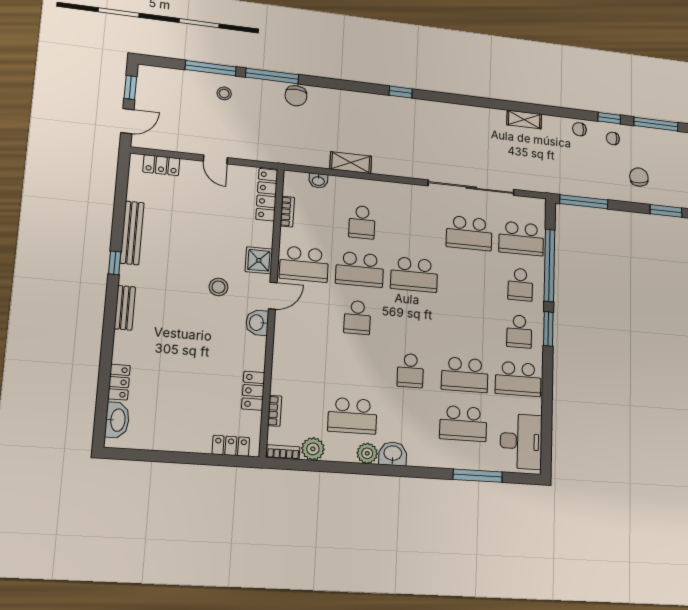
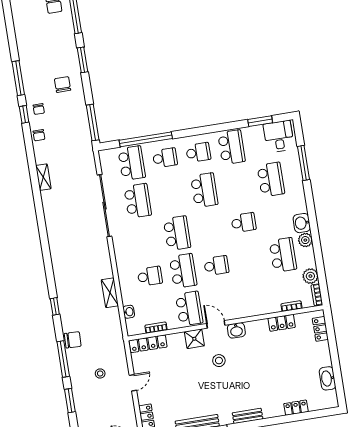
window: (211, 68) -> (70, 401), width x0.69
window: (401, 92) -> (55, 306), moved
stool: (224, 93) -> (100, 373), moved
chair: (639, 177) -> (63, 85), turned 96
window: (548, 329) -> (260, 121), moved
school desk: (465, 375) -> (204, 190), moved
washbasin: (117, 420) -> (327, 378), moved, turned -90
desk: (521, 441) -> (279, 136), width x0.73

